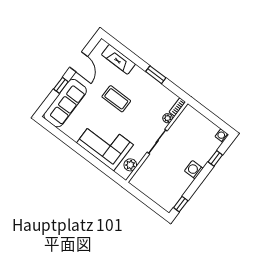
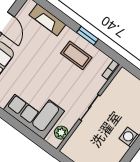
coffee table: (116, 99) -> (76, 55), moved
plant: (168, 118) -> (101, 82), removed

